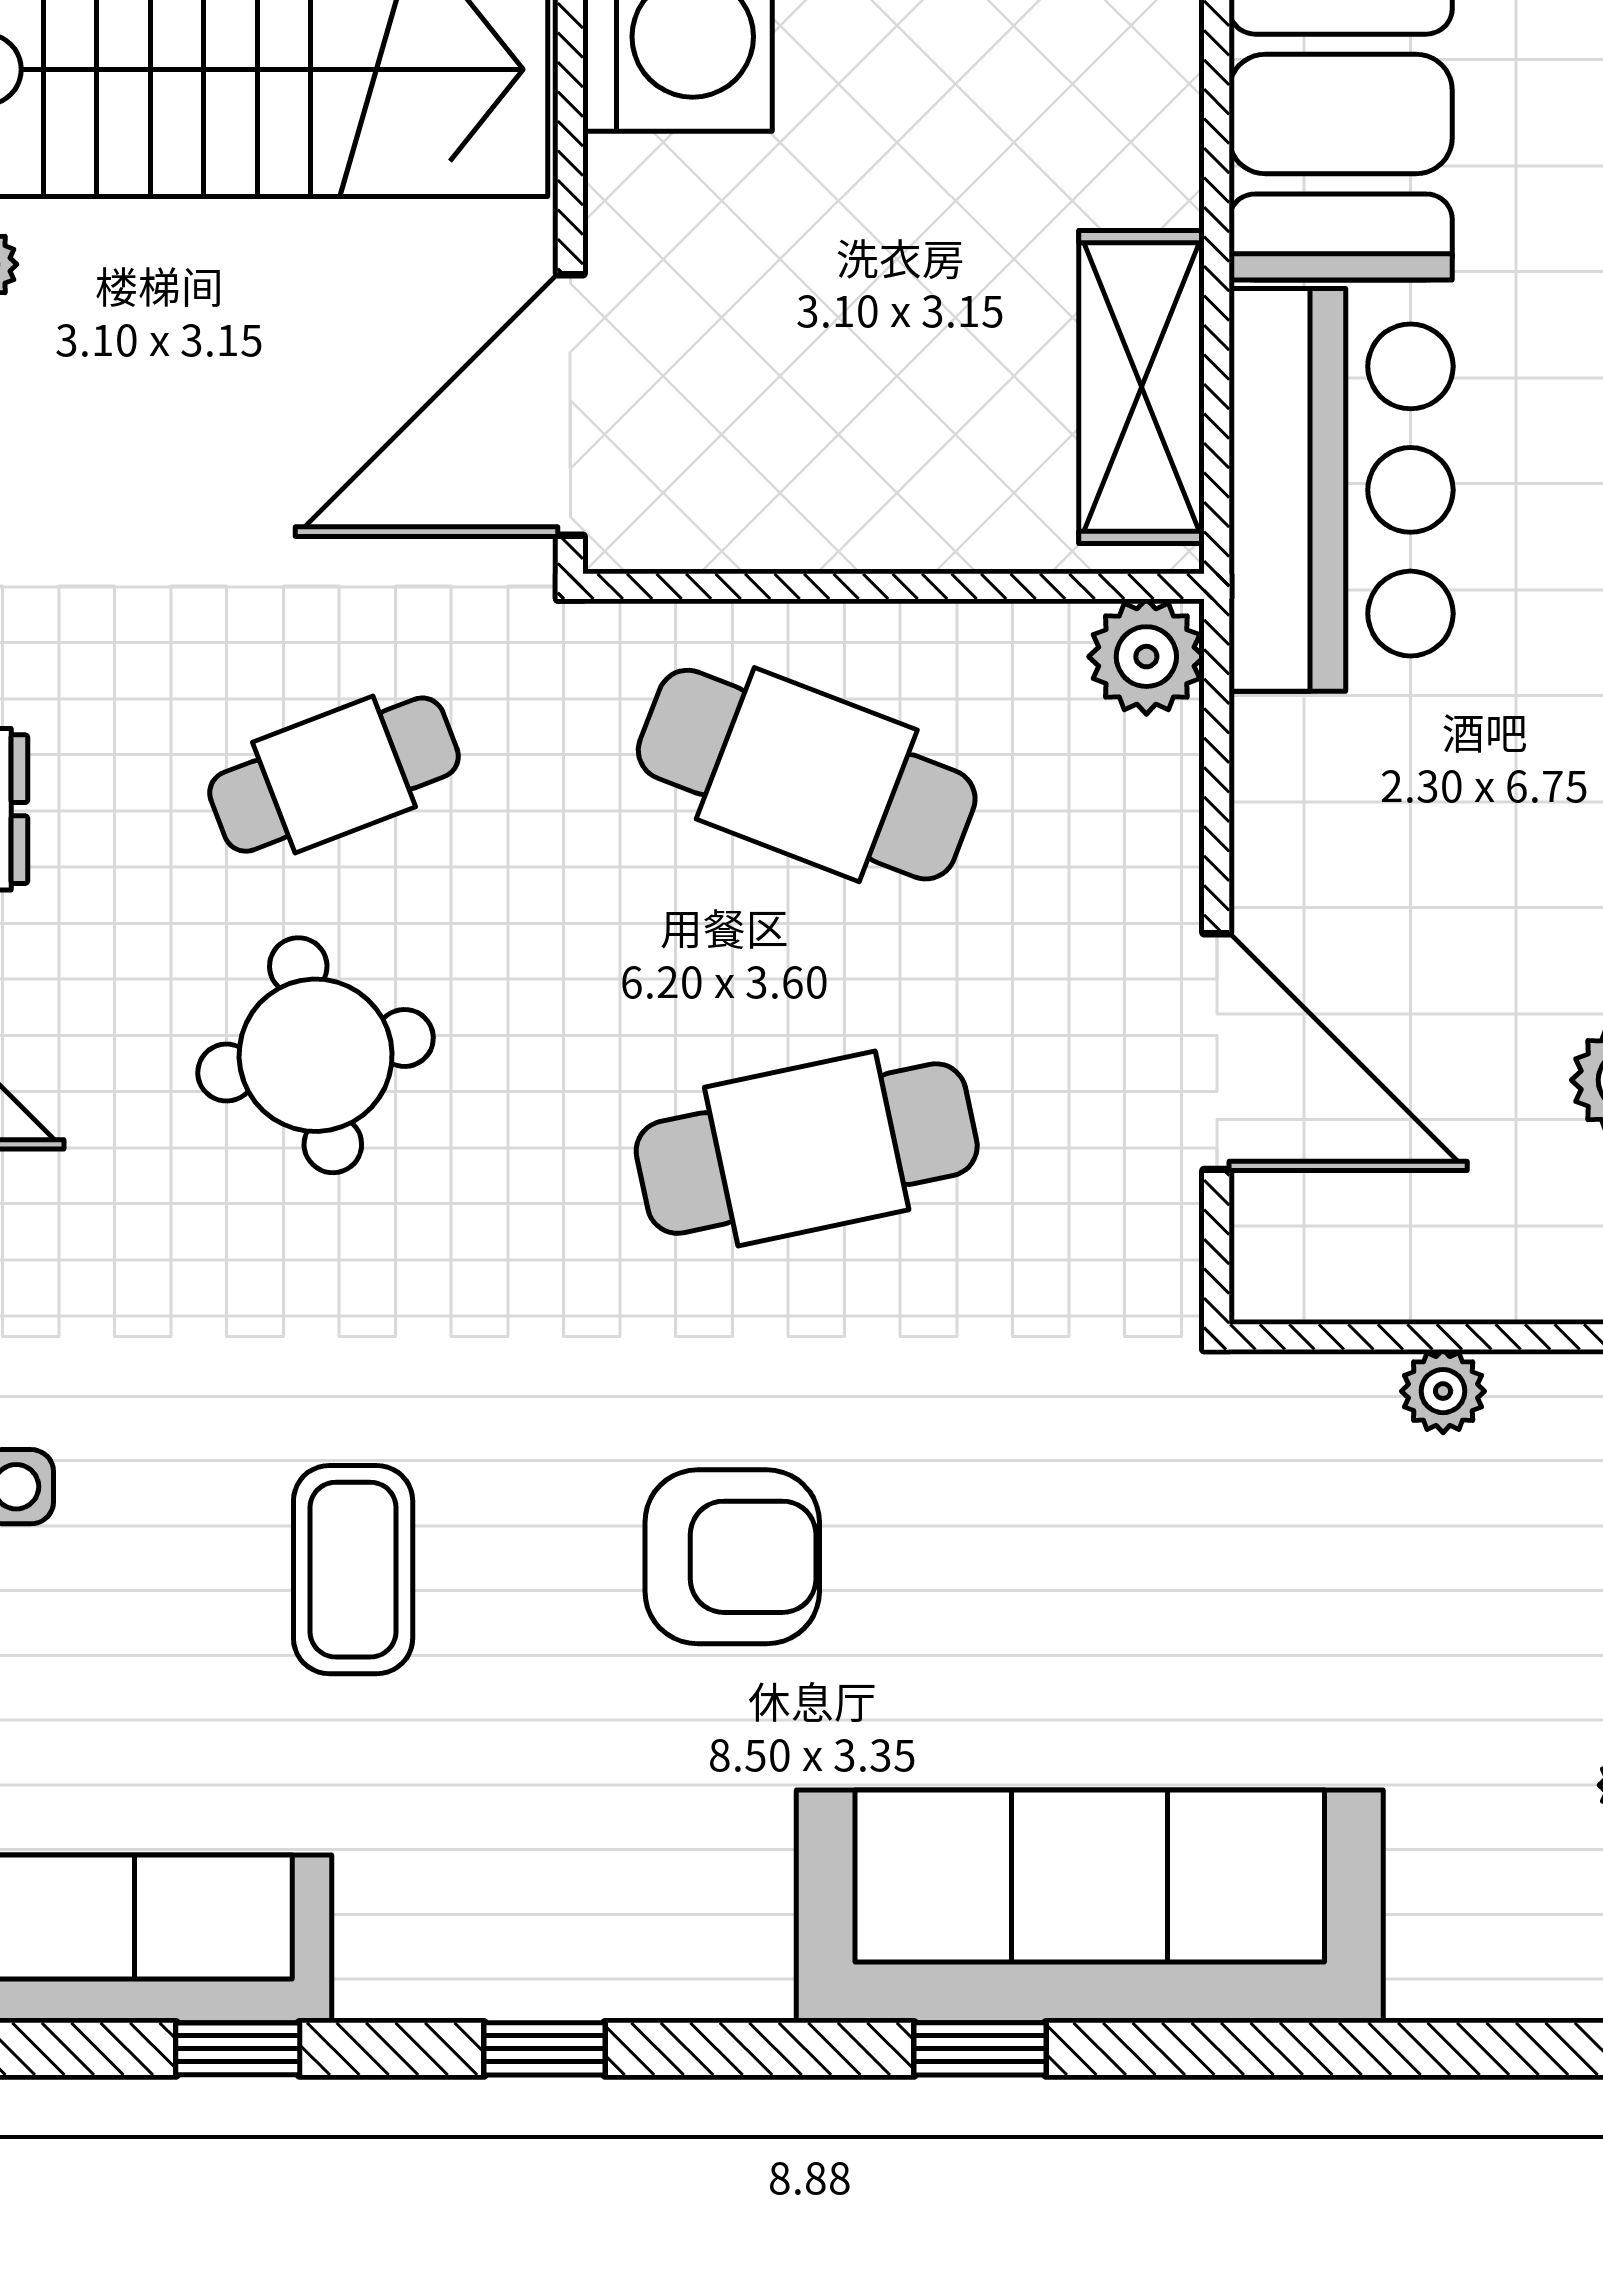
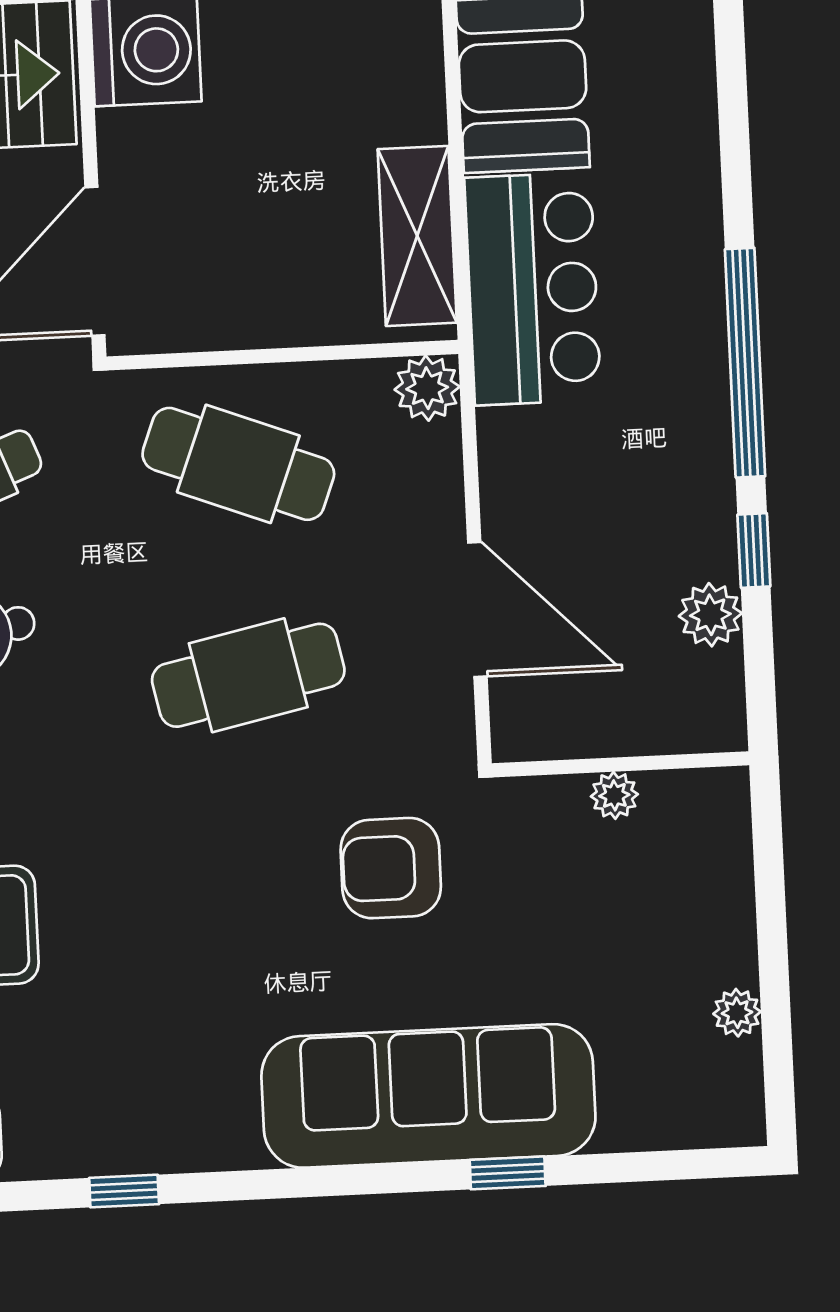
armchair: (732, 1557) -> (391, 868), moved, turned 180
window: (980, 2049) -> (508, 1173), moved

